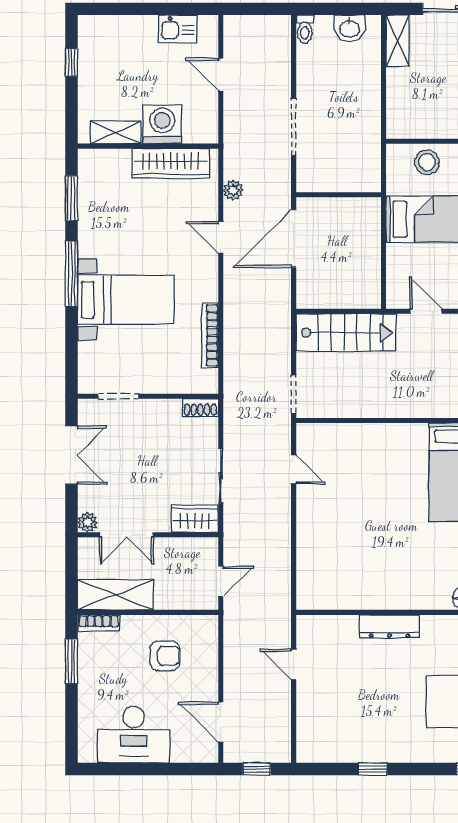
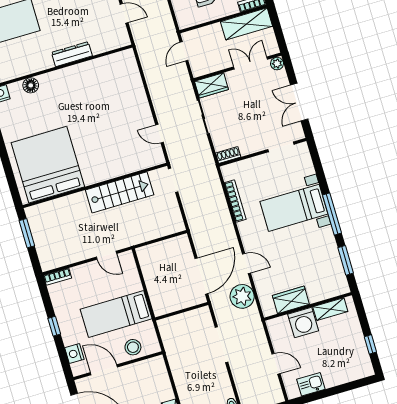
wardrobe: (171, 164) -> (291, 300), width x0.67
plant: (233, 190) -> (242, 296), width x1.88, depth x1.88
stairs: (346, 333) -> (120, 192), moved, turned 180

